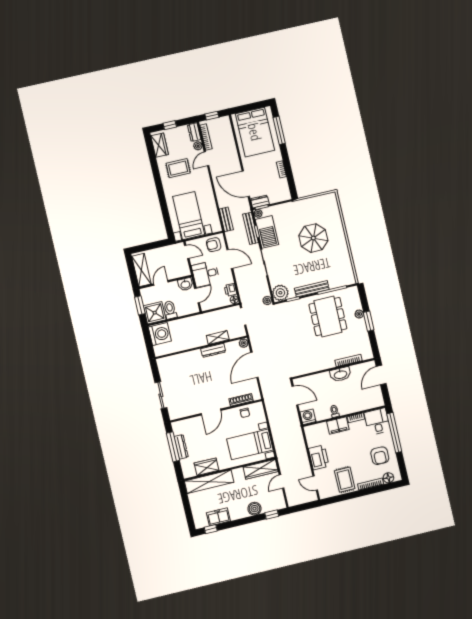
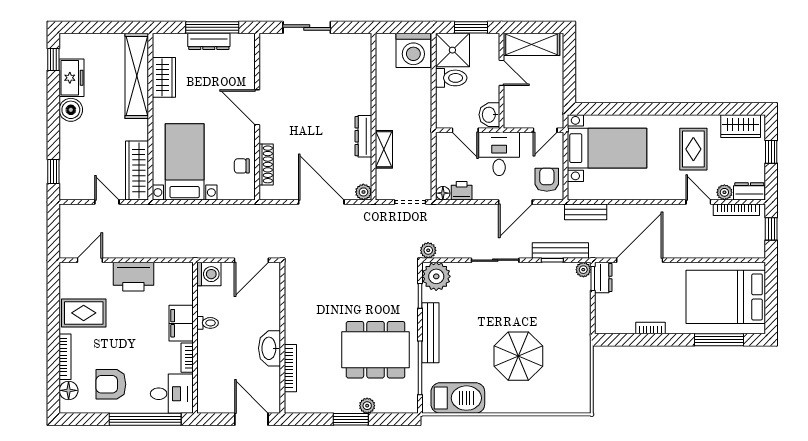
barbecue: (267, 232) -> (458, 398), moved, turned 180
boiler: (254, 509) -> (71, 110), moved

